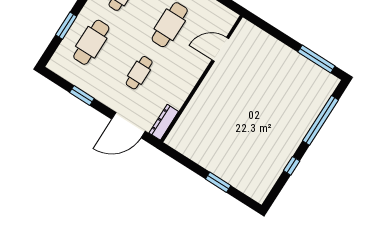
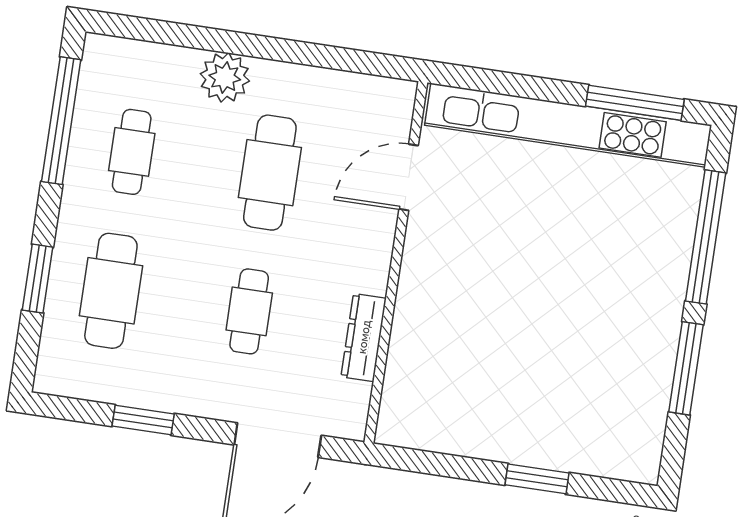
kitchen unit: (288, 56) -> (568, 125), added
dresser: (164, 122) -> (364, 337), moved
window: (292, 166) -> (686, 368), width x2.17

